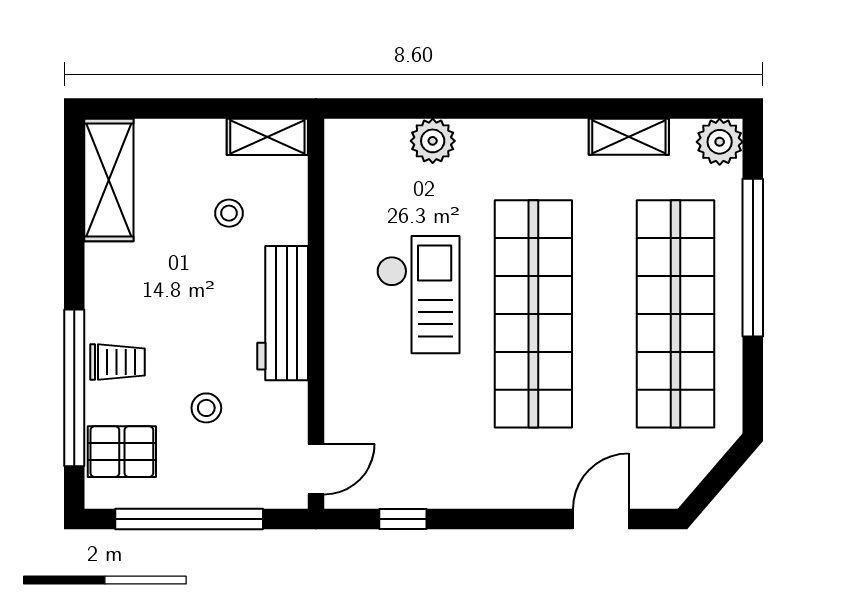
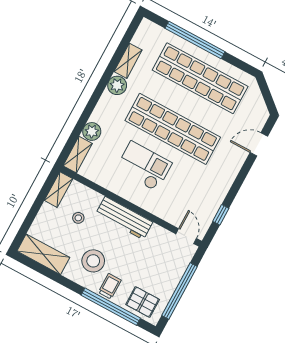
shelving: (366, 137) -> (78, 155), added
plant: (720, 142) -> (117, 85), moved
stool: (206, 408) -> (93, 261), moved, width x1.89, depth x1.89
pallet: (122, 452) -> (143, 302), turned 90
door: (601, 519) -> (259, 144), hinge flipped

